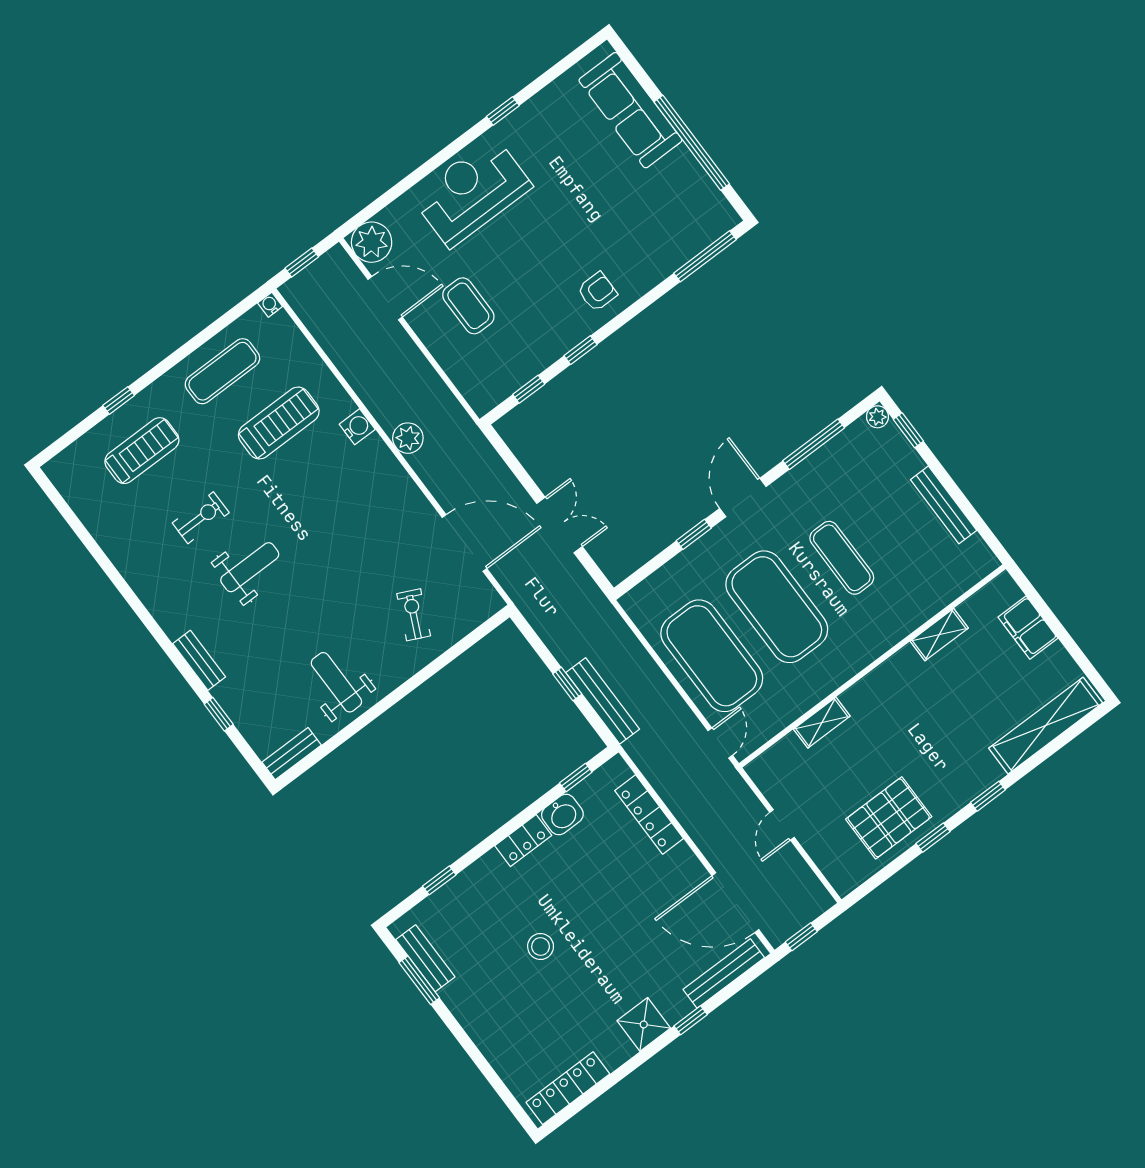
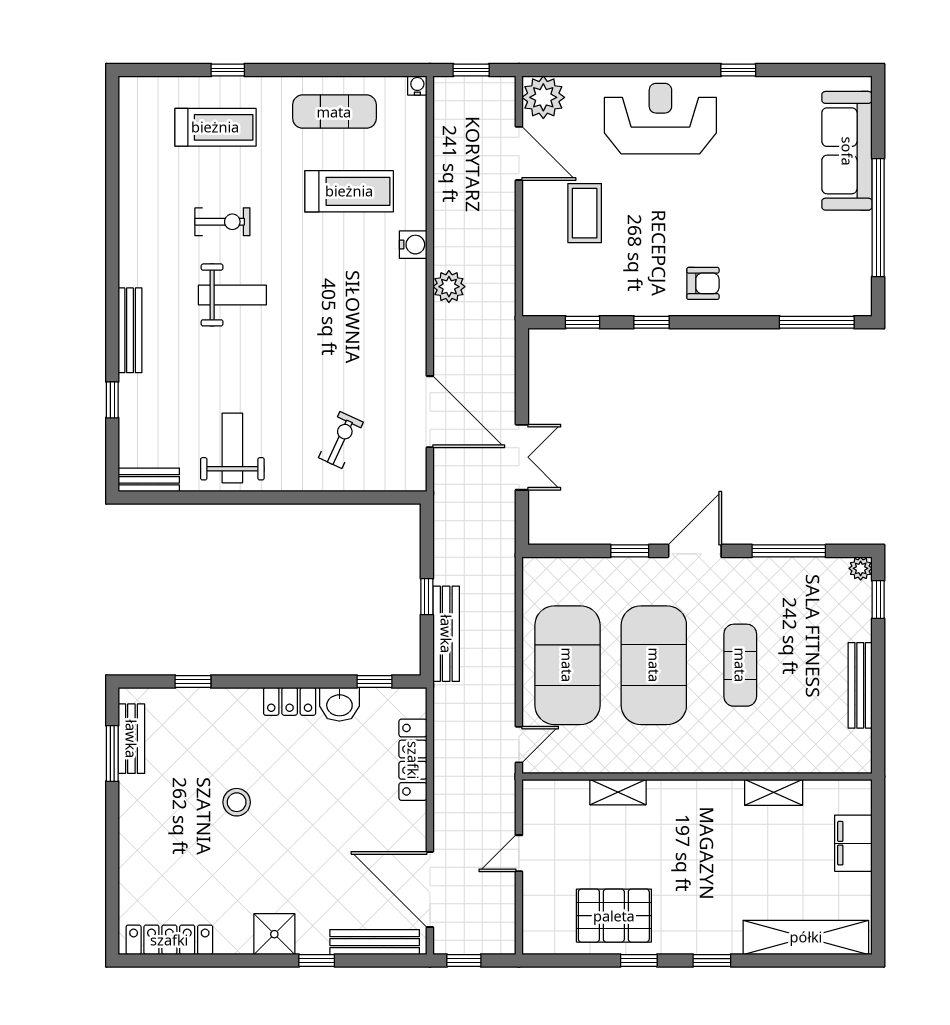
bench: (199, 660) -> (130, 330), width x1.36

